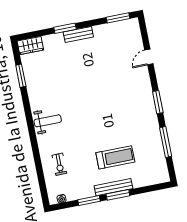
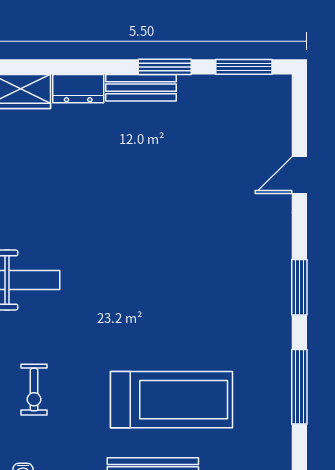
window: (65, 28) -> (165, 67), moved
dresser: (53, 40) -> (78, 89), added
treadmill: (115, 157) -> (172, 400), width x1.37, depth x1.38

